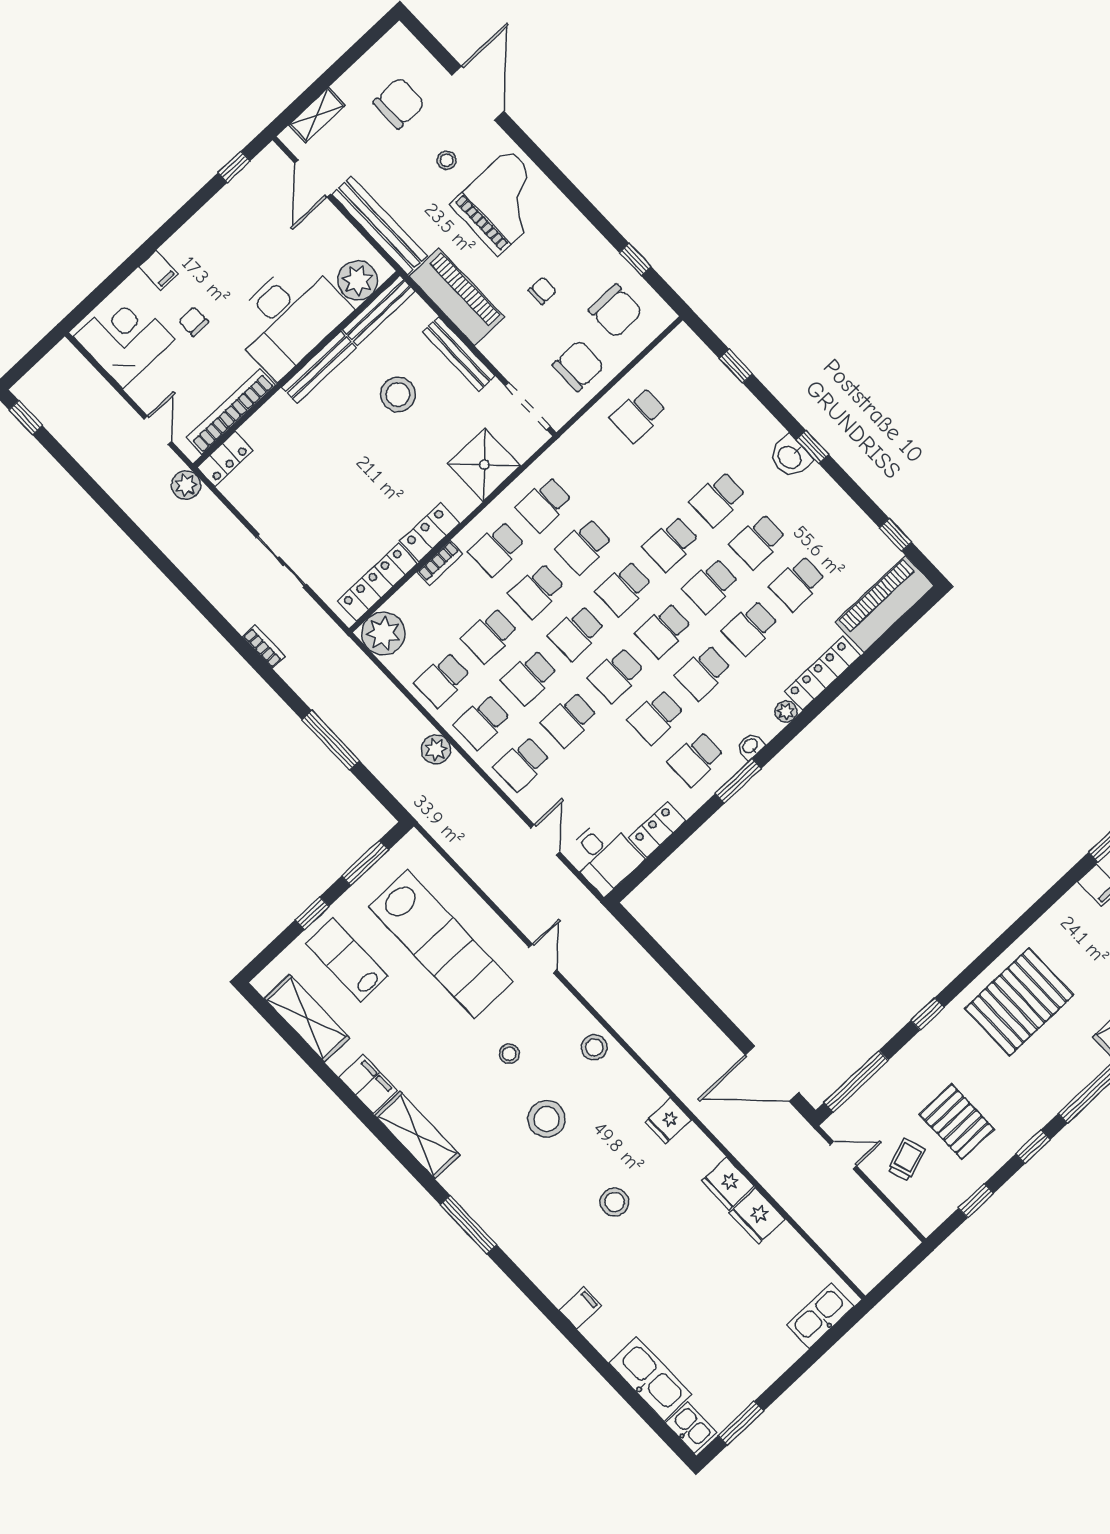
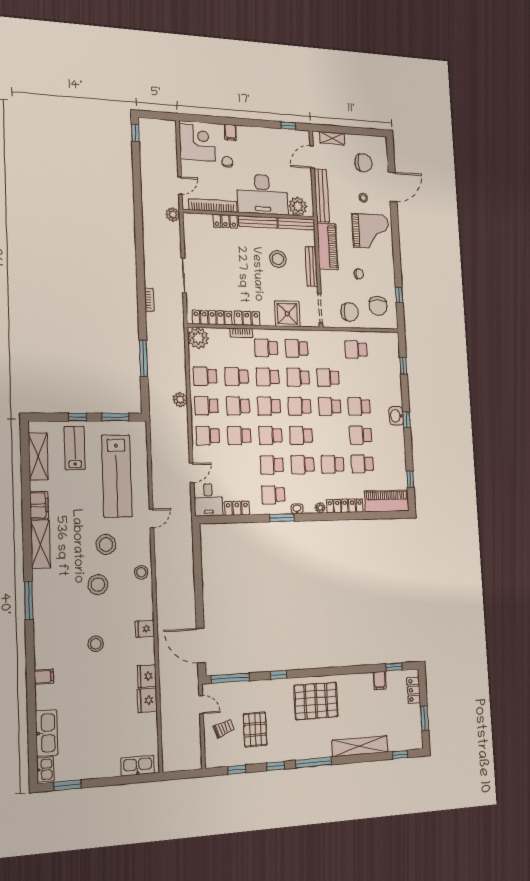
locker: (225, 459) -> (225, 221), moved
school desk: (711, 586) -> (328, 378), moved
stool: (509, 1054) -> (106, 544), width x1.89, depth x1.89

